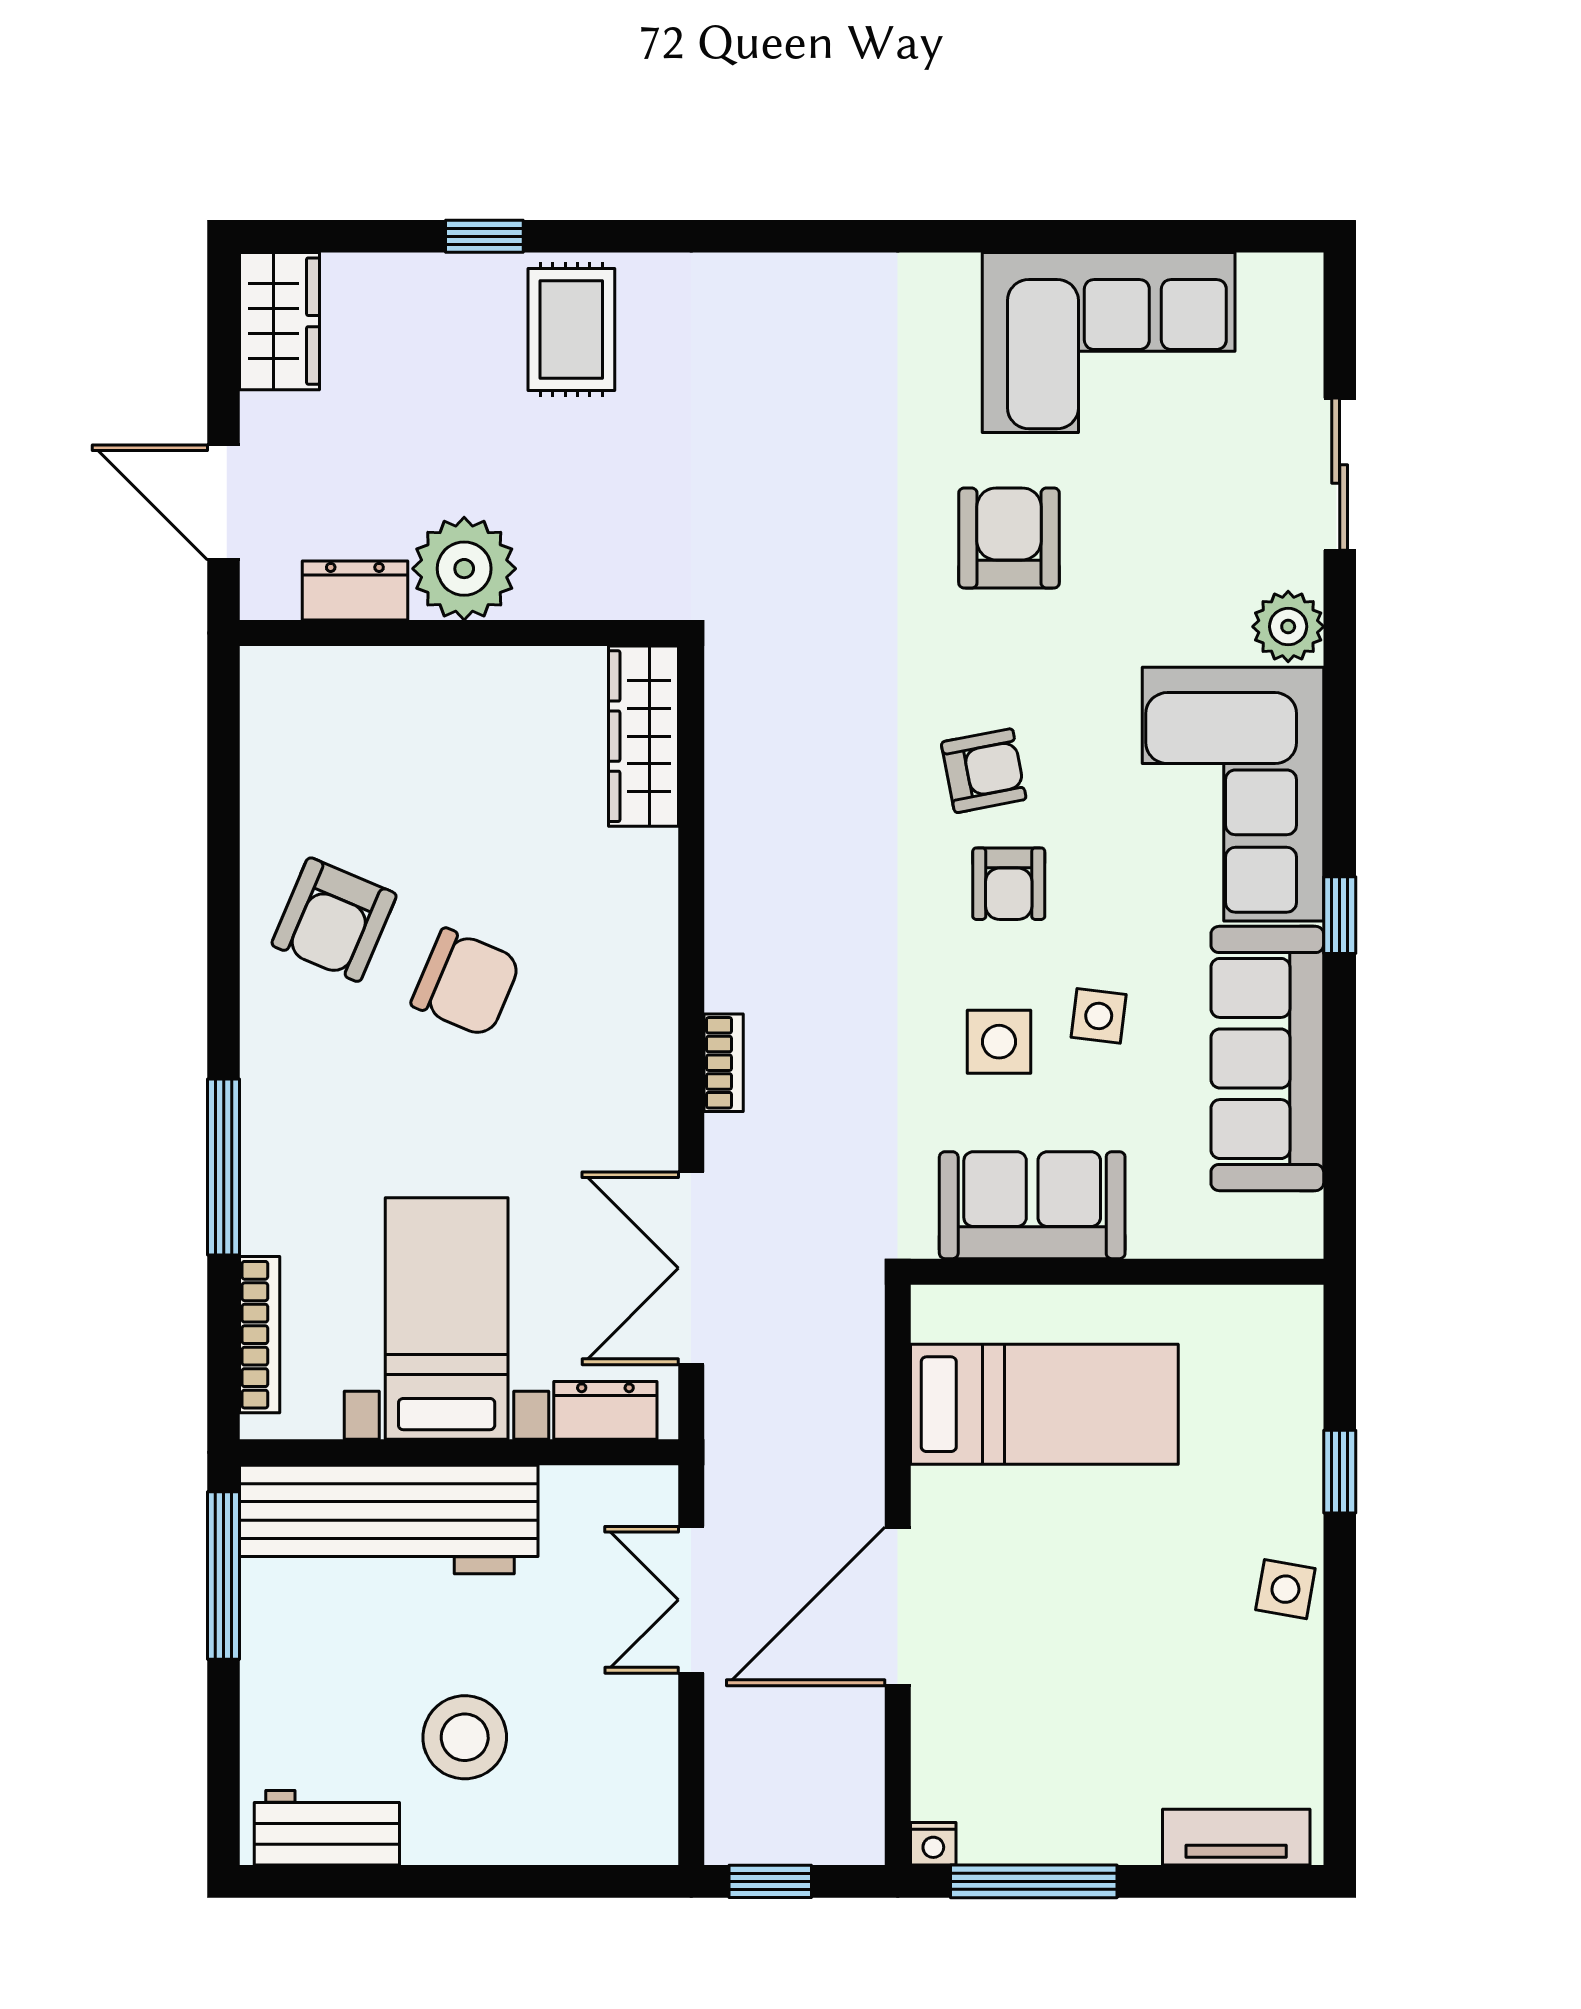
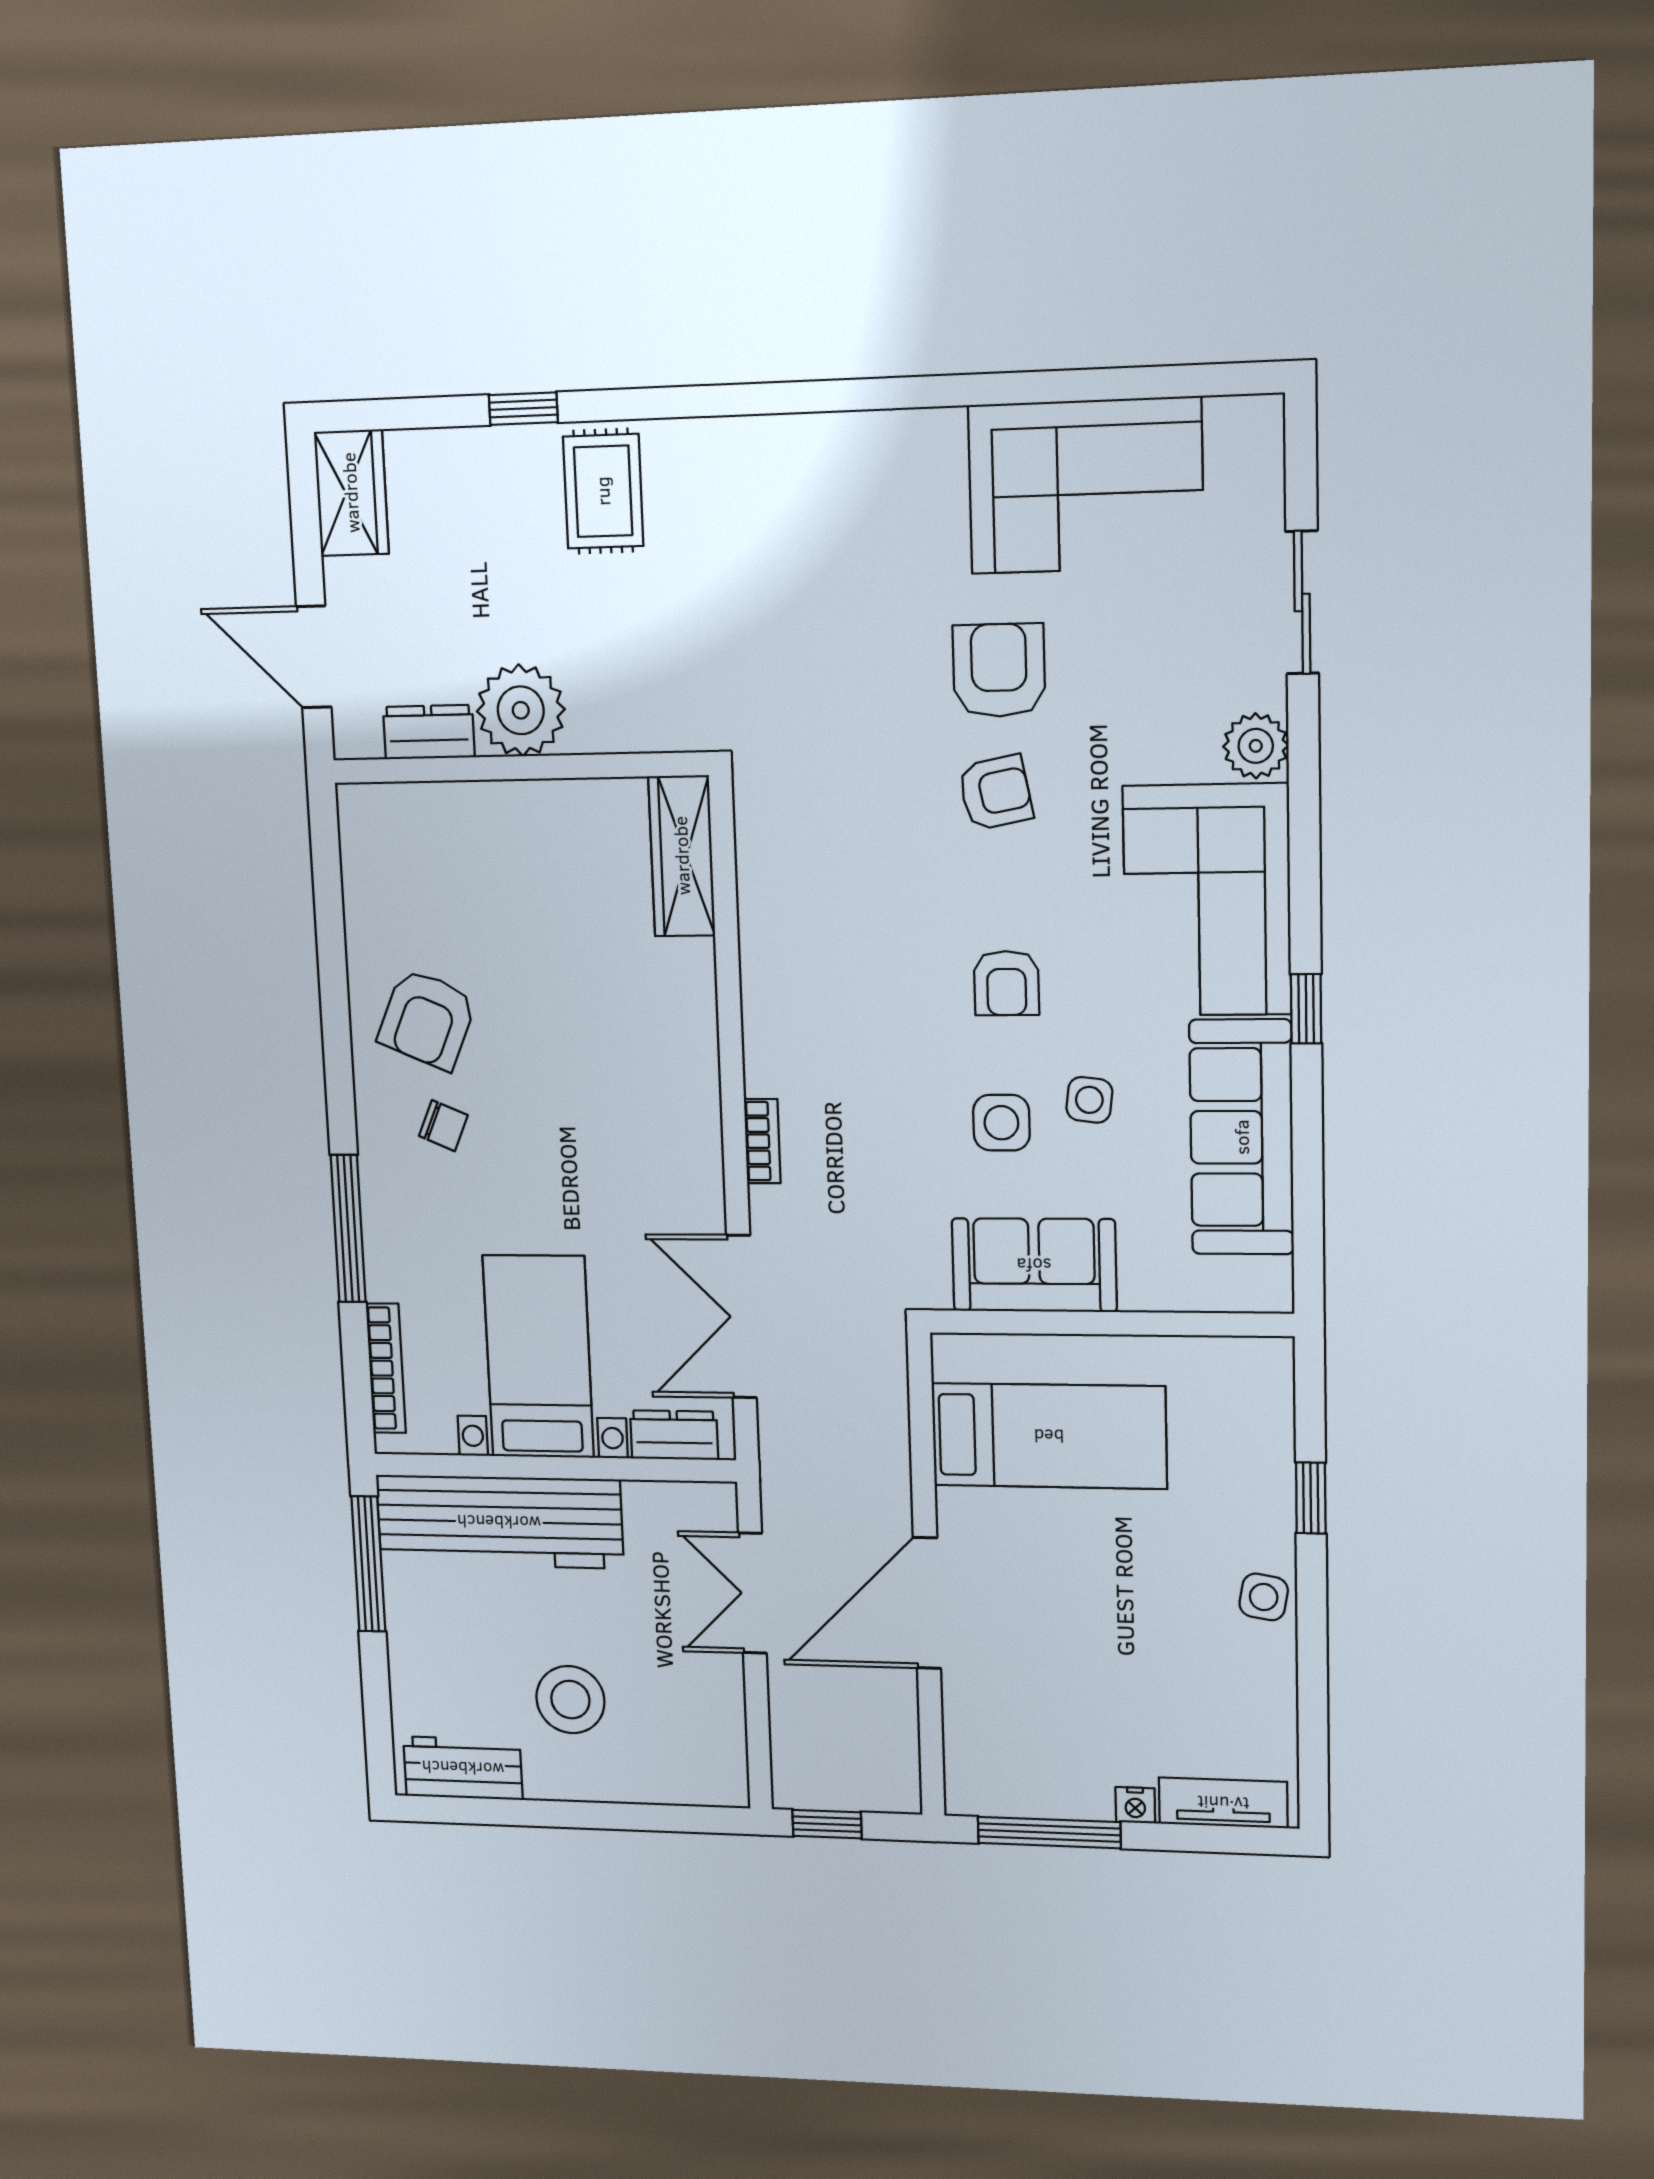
armchair: (984, 771) -> (995, 793), moved
chair: (466, 983) -> (443, 1126), moved, width x0.54, depth x0.54
nightstand: (933, 1844) -> (1135, 1805), moved

